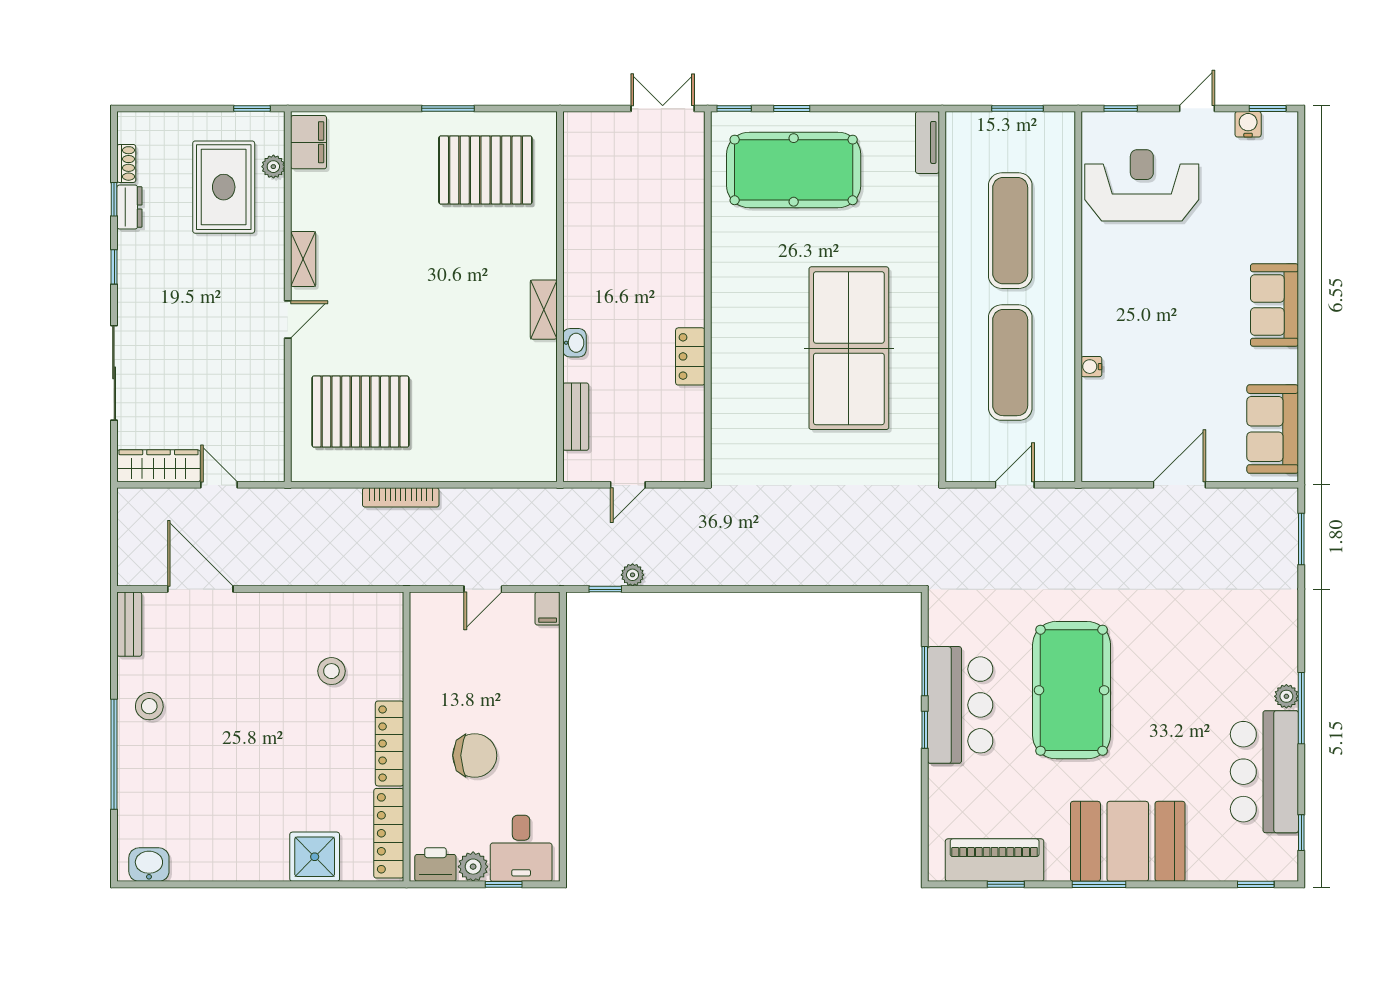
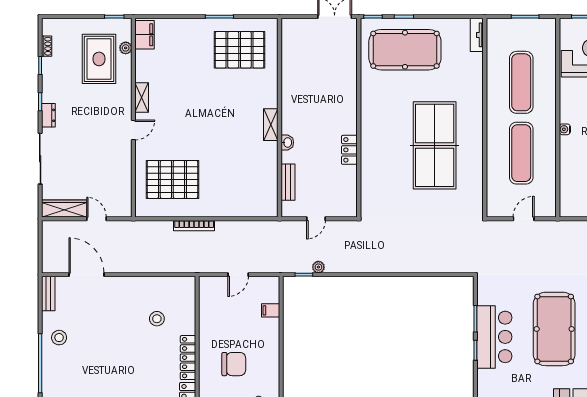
dresser: (129, 207) -> (48, 115), moved
water cooler: (1091, 367) -> (565, 129), moved
filing cabinet: (548, 609) -> (271, 310), moved, turned 90

